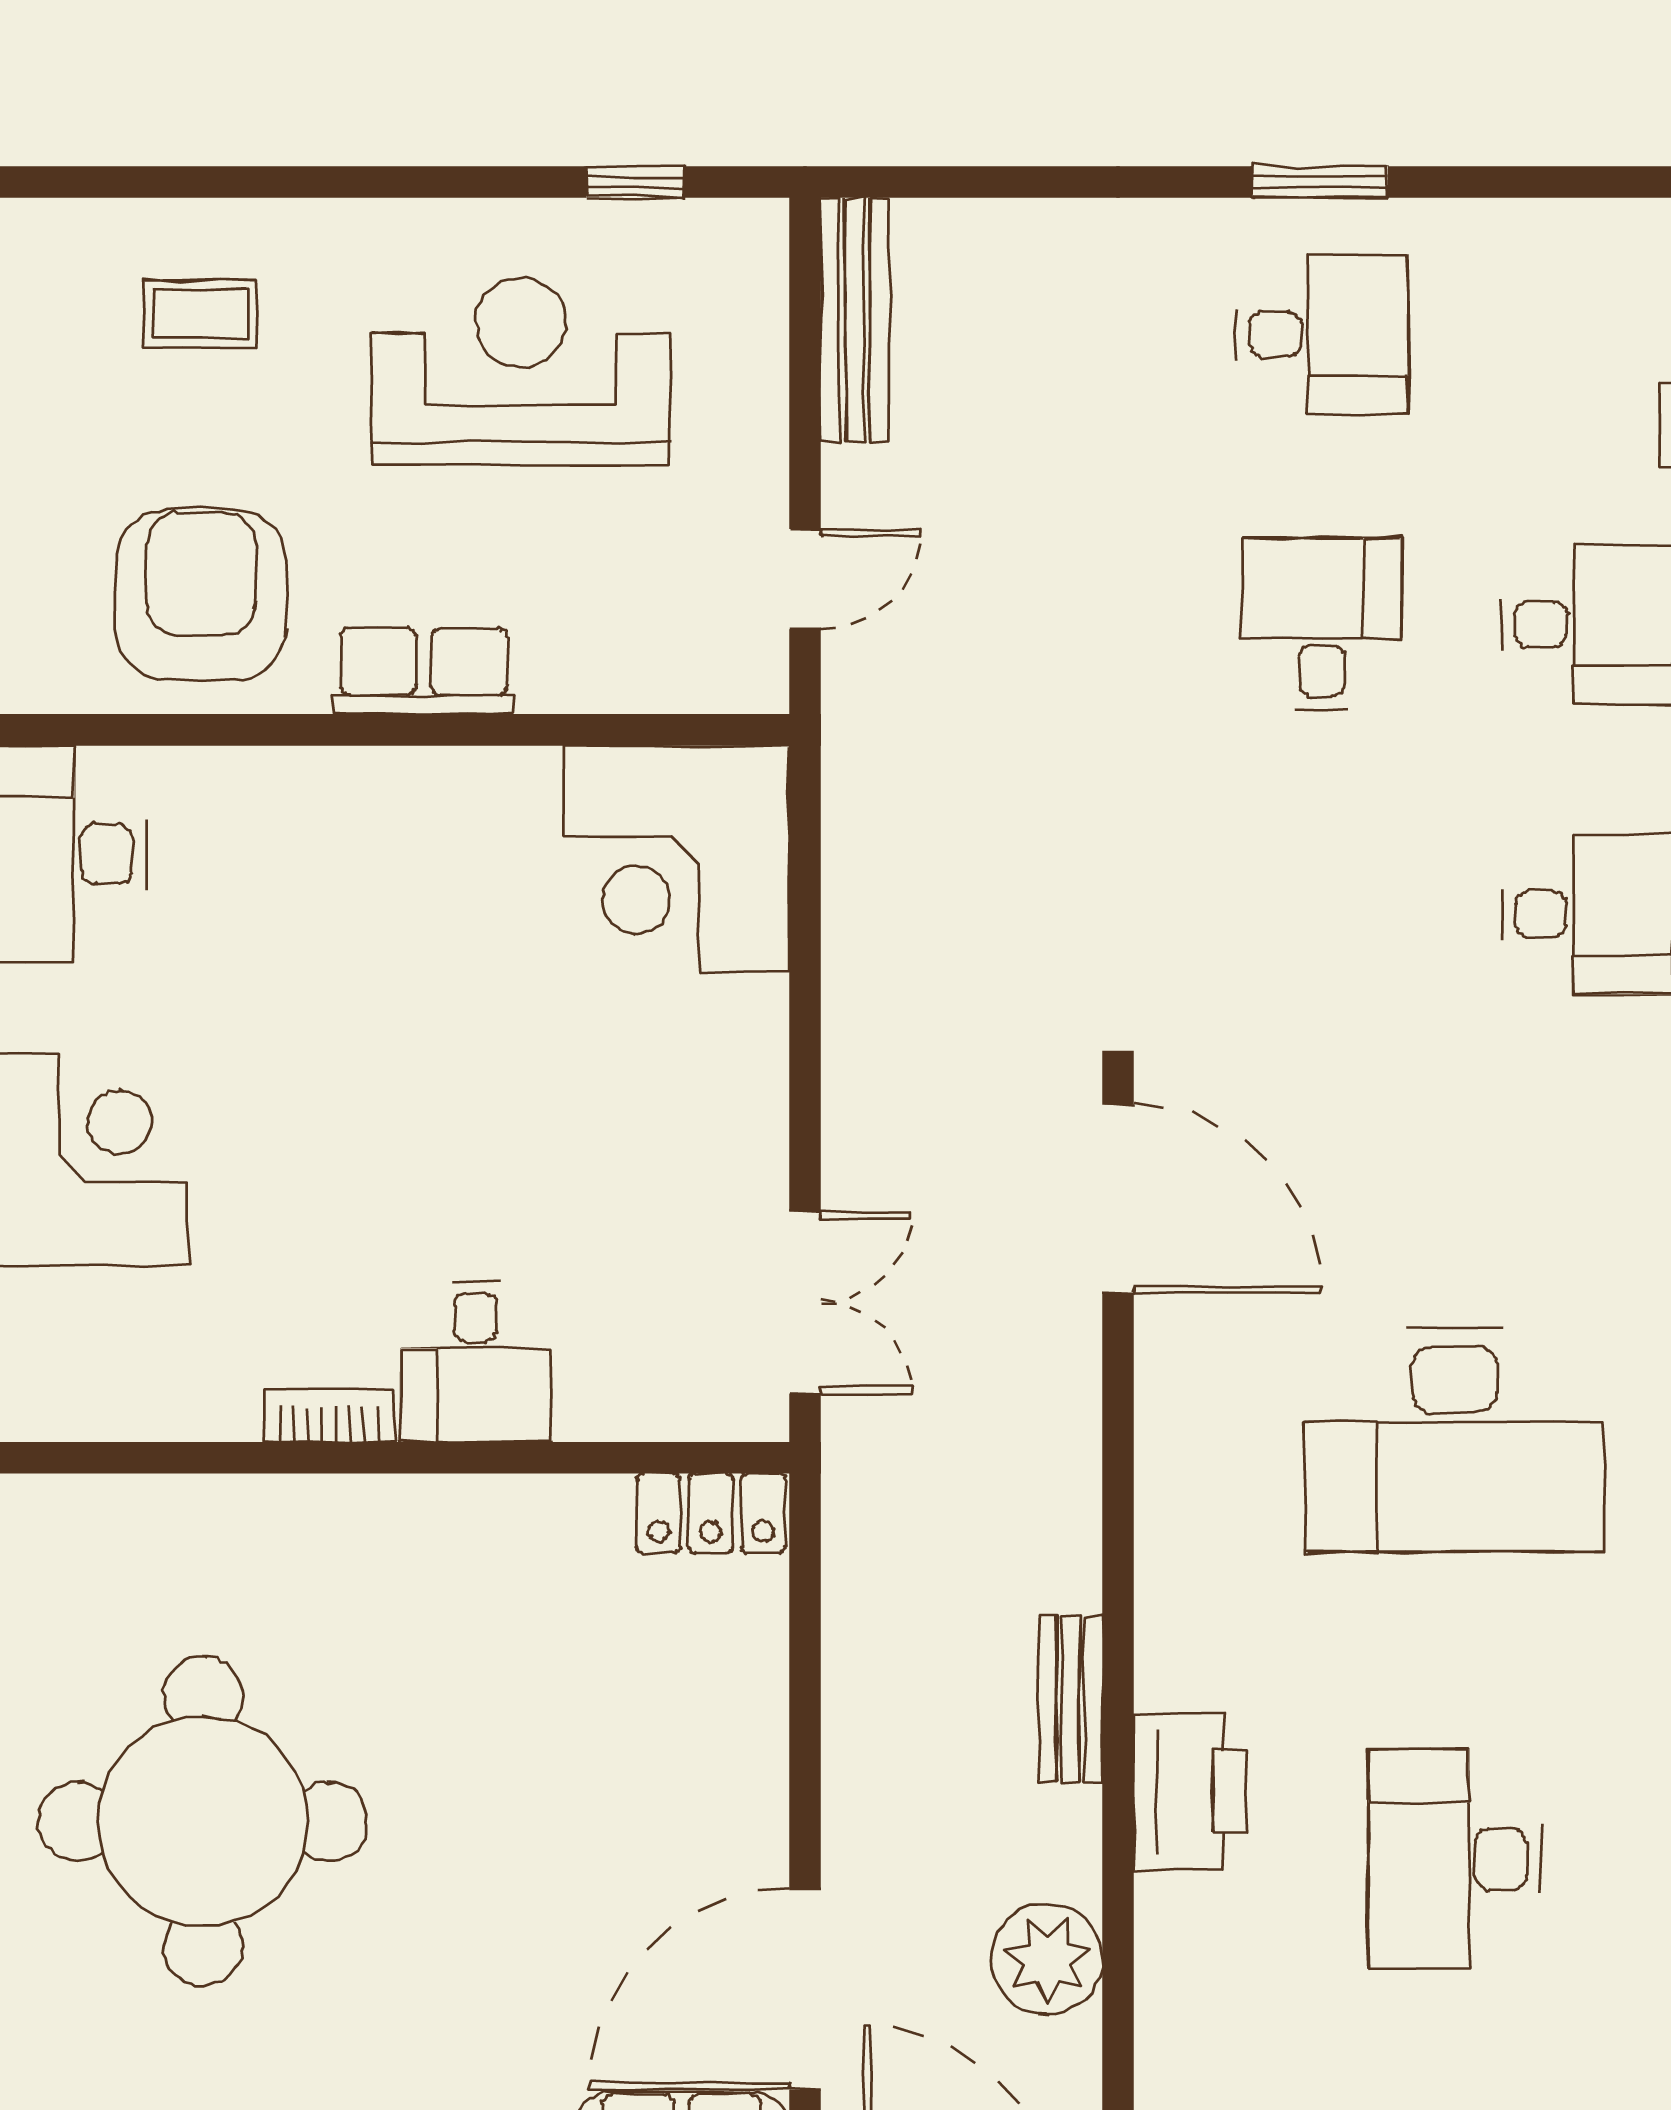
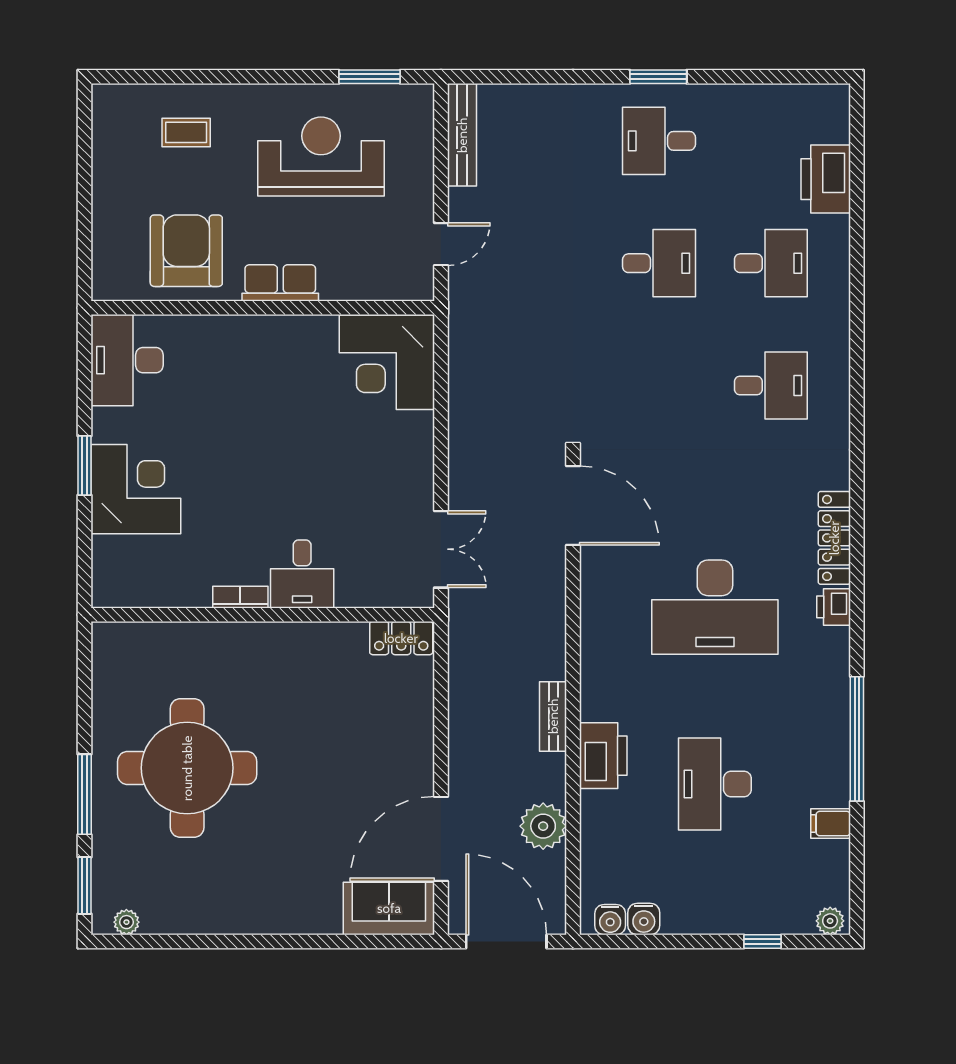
window: (635, 182) -> (369, 77), width x1.50
desk: (1322, 334) -> (659, 141), turned 180
desk: (1322, 624) -> (659, 263), turned 90

